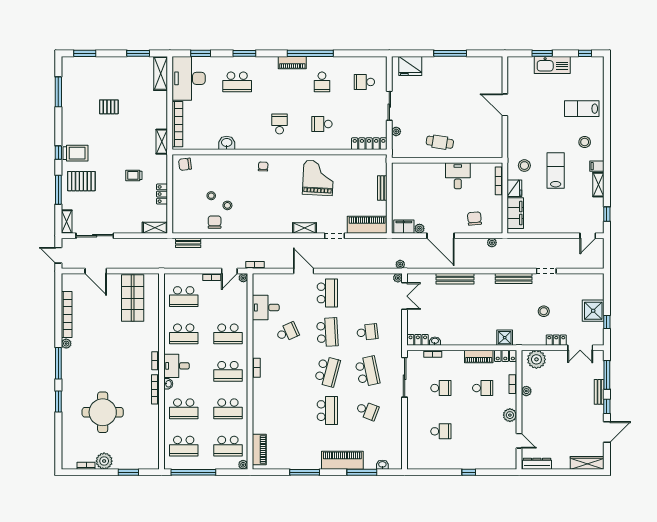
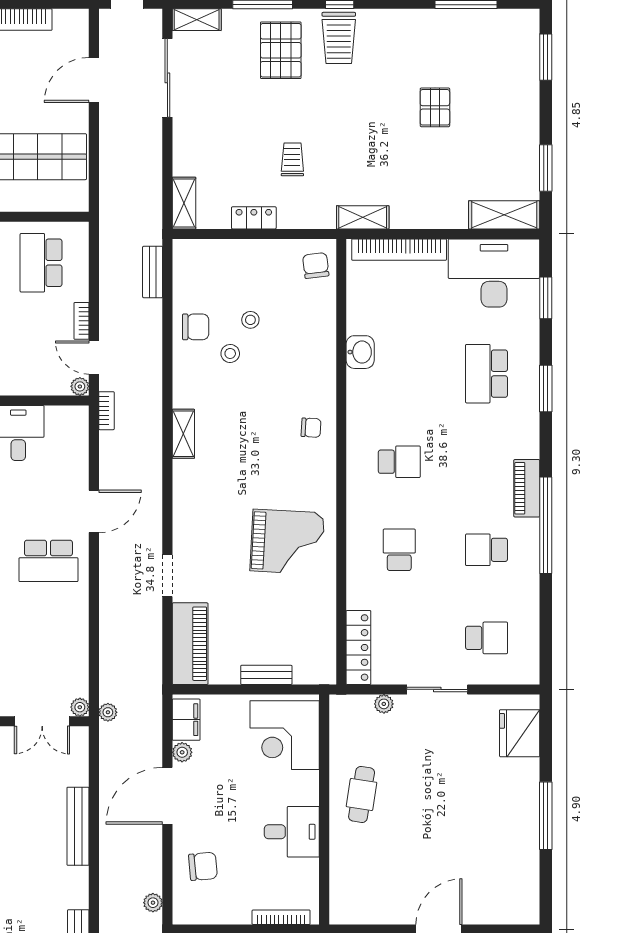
school desk: (364, 82) -> (487, 638), turned 90
corner desk: (411, 179) -> (285, 735), added
shelving: (304, 228) -> (183, 434), moved

